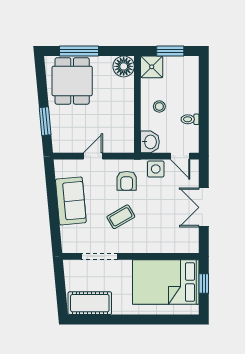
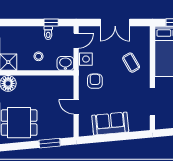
window: (204, 123) -> (51, 23), added
armchair: (127, 181) -> (95, 81), turned -90
coffee table: (121, 217) -> (131, 63), moved

